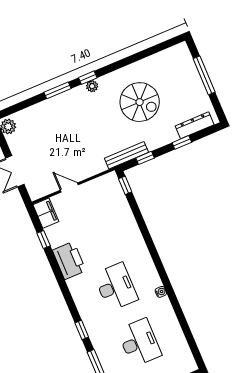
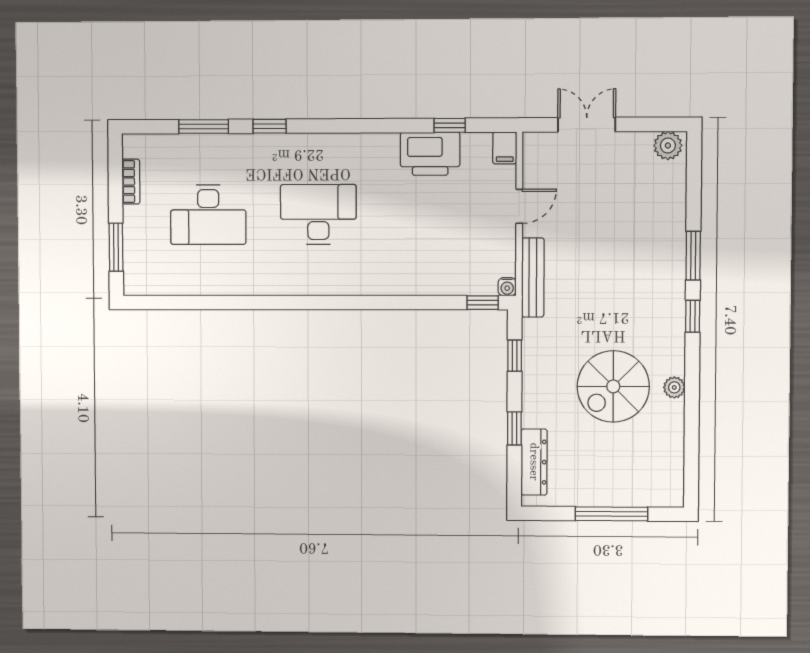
plant: (92, 86) -> (674, 387), moved
bench: (126, 155) -> (533, 278), moved
filing cabinet: (46, 213) -> (505, 148), width x0.50
printer: (69, 260) -> (430, 154), moved
desk: (116, 287) -> (318, 214), turned 180
water cooler: (161, 292) -> (507, 287), moved

